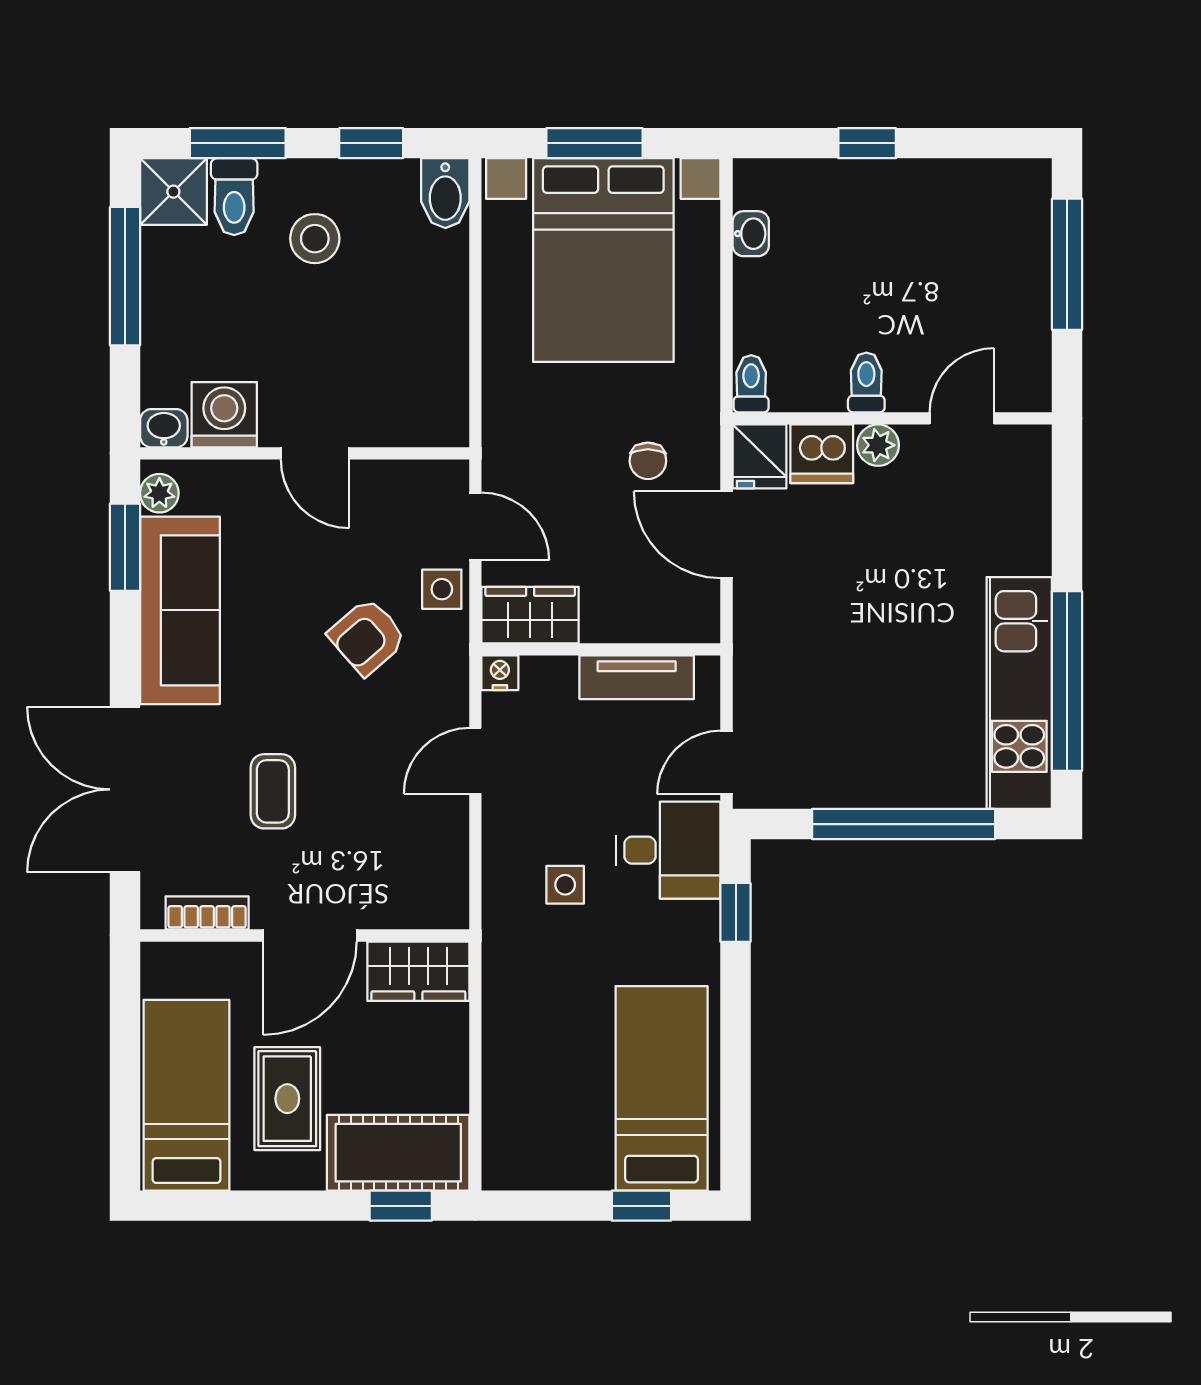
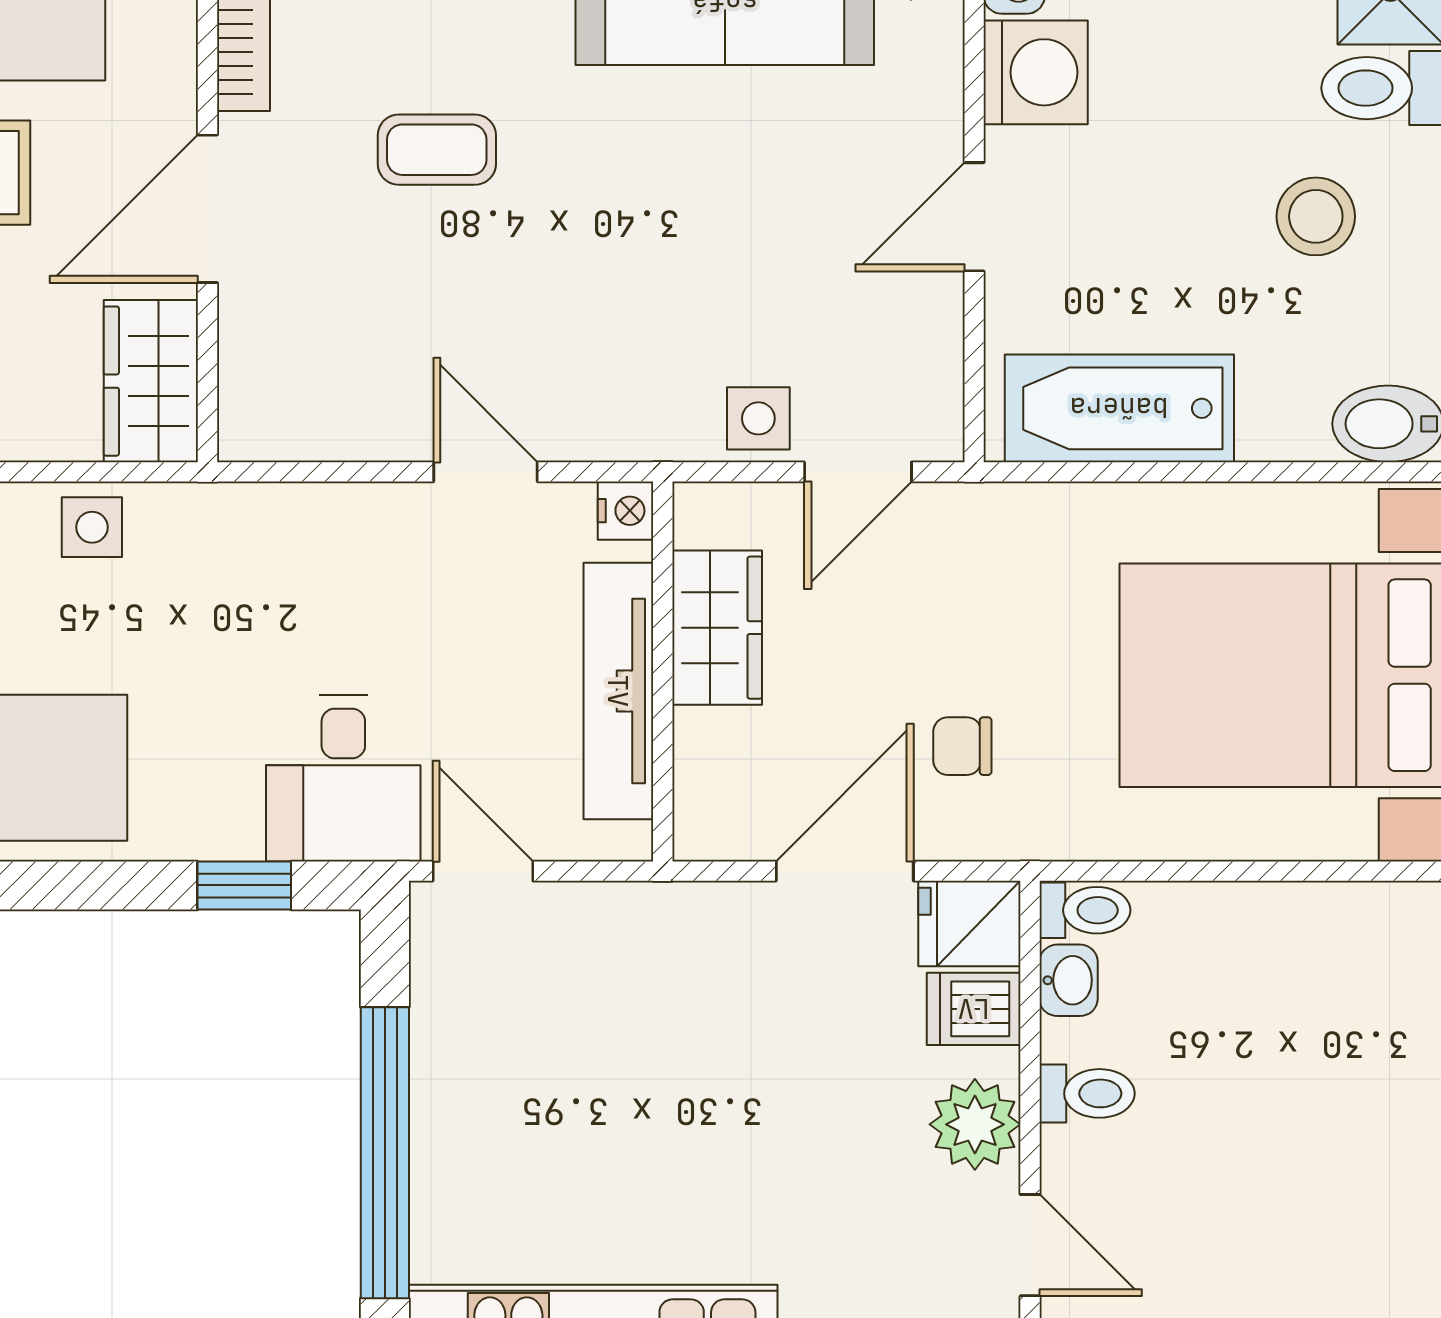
washbasin: (751, 234) -> (1069, 980), moved, turned -90
bathtub: (436, 362) -> (1119, 408), added
plant: (878, 445) -> (975, 1124), width x1.38, depth x1.38
dishwasher: (822, 454) -> (974, 1009), width x0.73
wardrobe: (530, 615) -> (717, 628), moved
armchair: (367, 637) -> (683, 300), removed
tv unit: (637, 677) -> (618, 691), width x1.41
side table: (565, 885) -> (92, 527), moved
door: (310, 935) -> (208, 209), hinge flipped

